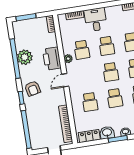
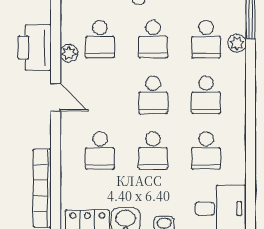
door: (65, 80) -> (56, 97), swing flipped

